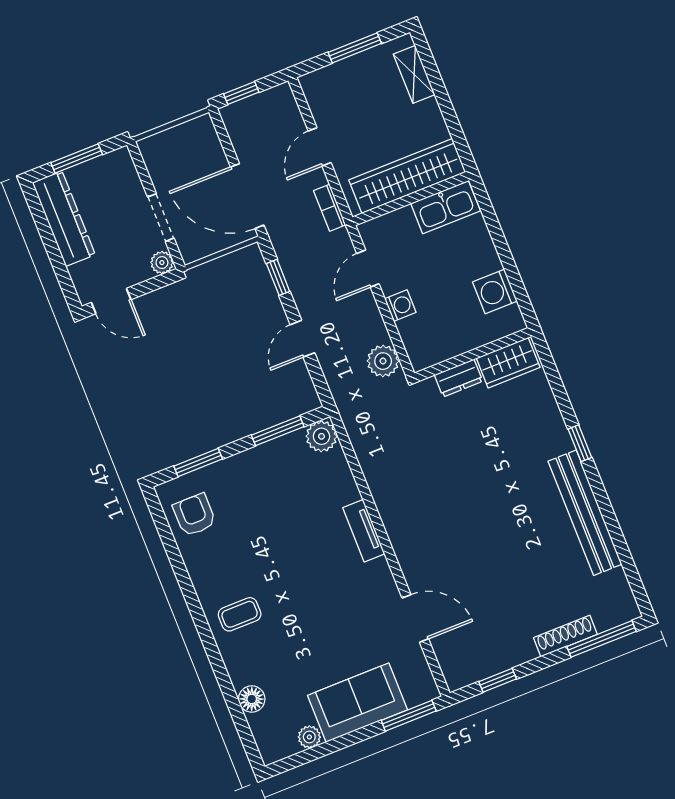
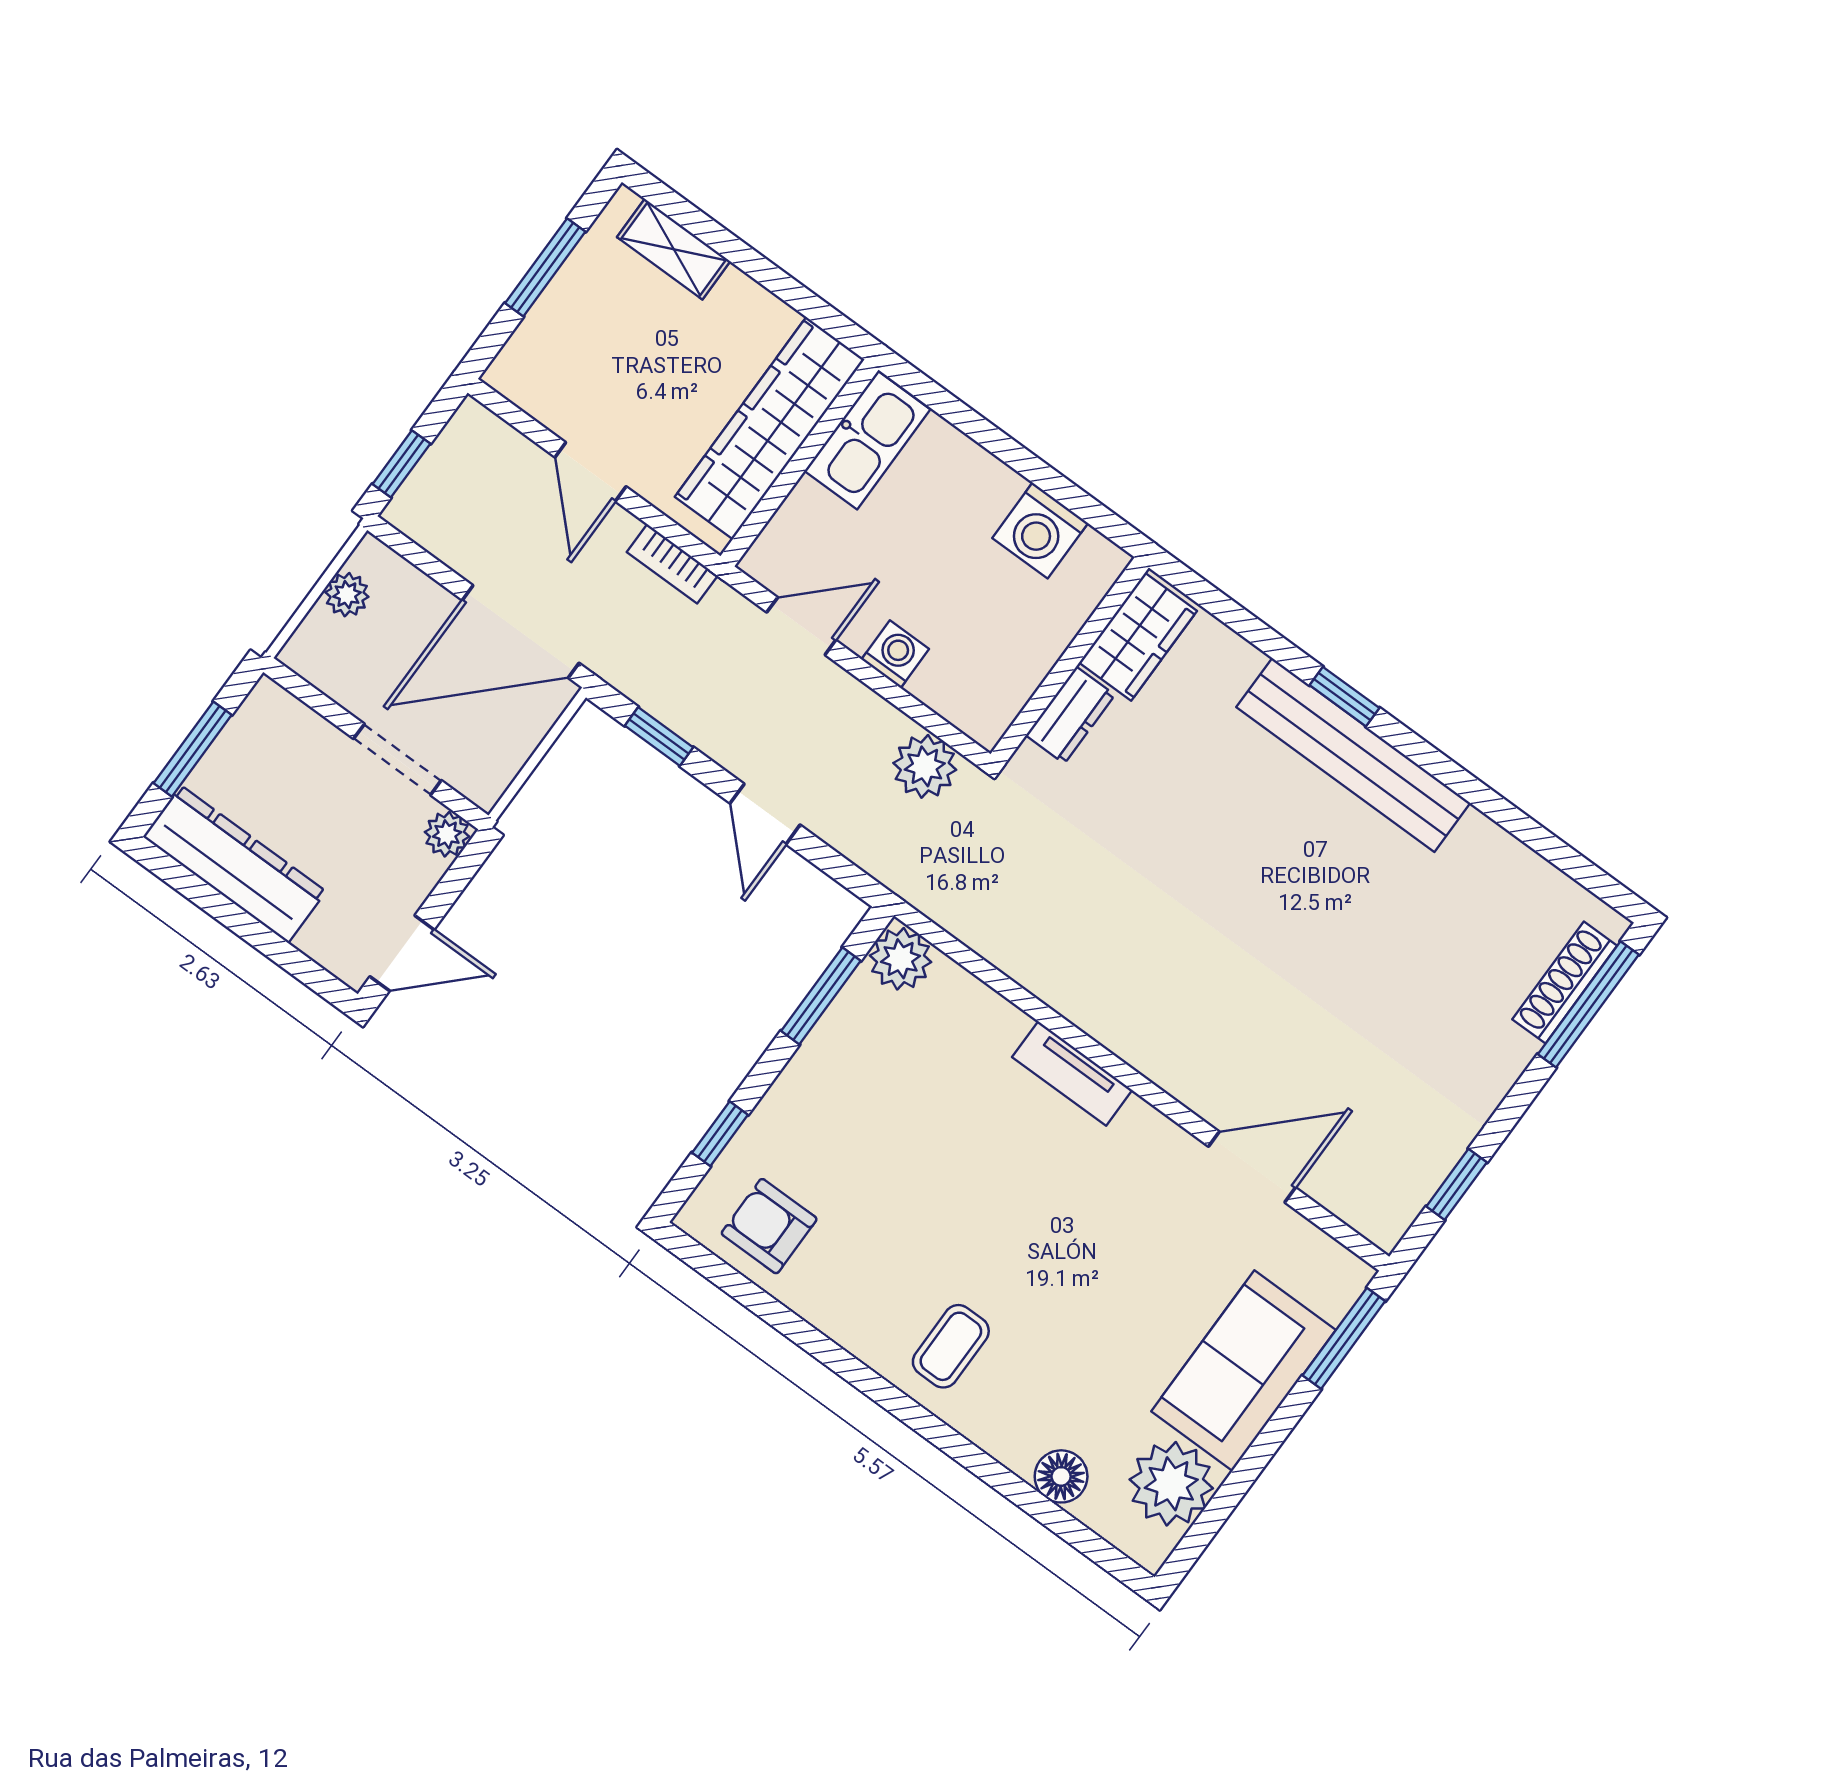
plant: (183, 134) -> (347, 595), added
door: (368, 269) -> (801, 626), swing flipped
window: (198, 462) -> (720, 1134), width x0.67
bench: (585, 513) -> (1353, 755), moved
shoe rack: (565, 636) -> (1565, 982), moved
plant: (309, 737) -> (1171, 1484), width x1.88, depth x1.88

